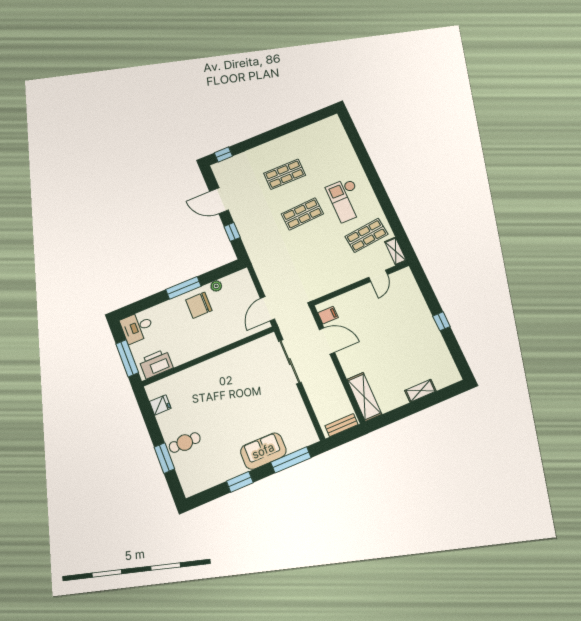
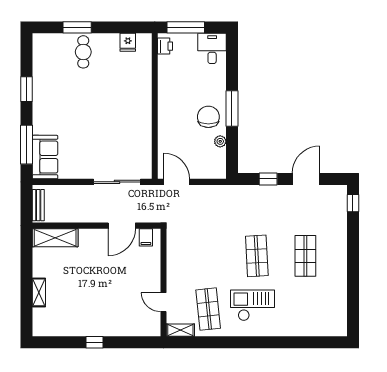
printer: (156, 364) -> (165, 46), width x0.53, depth x0.68
sofa: (263, 451) -> (45, 157), moved

